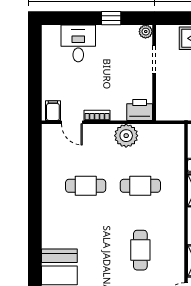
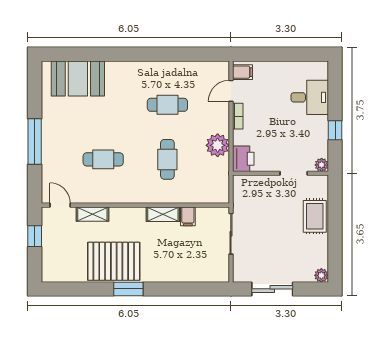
cafe table: (86, 186) -> (167, 105), turned 90

